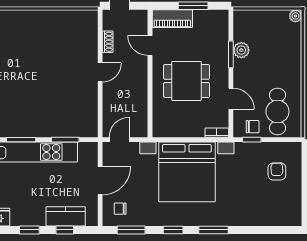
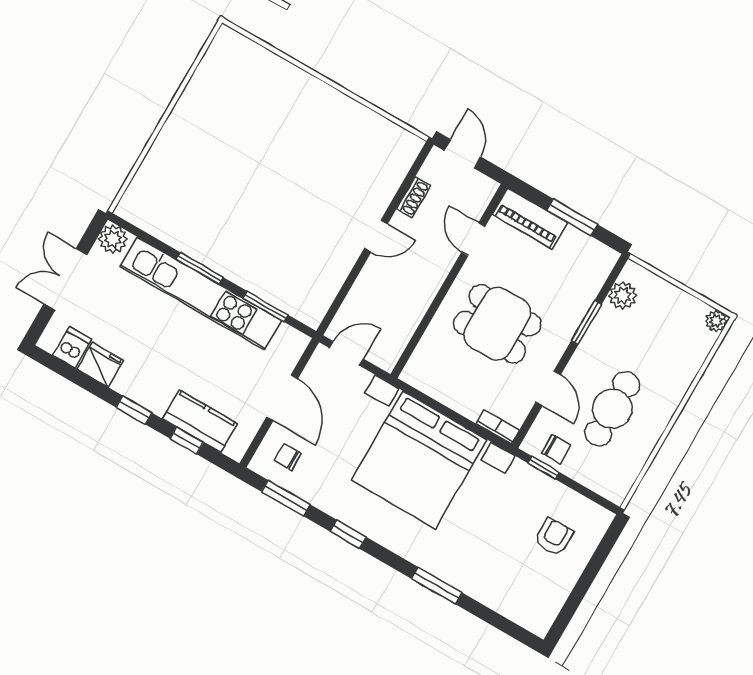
plant: (241, 50) -> (623, 296), moved
cafe table: (277, 112) -> (612, 409), moved
door: (100, 181) -> (282, 398), hinge flipped
window: (214, 230) -> (437, 586), moved

